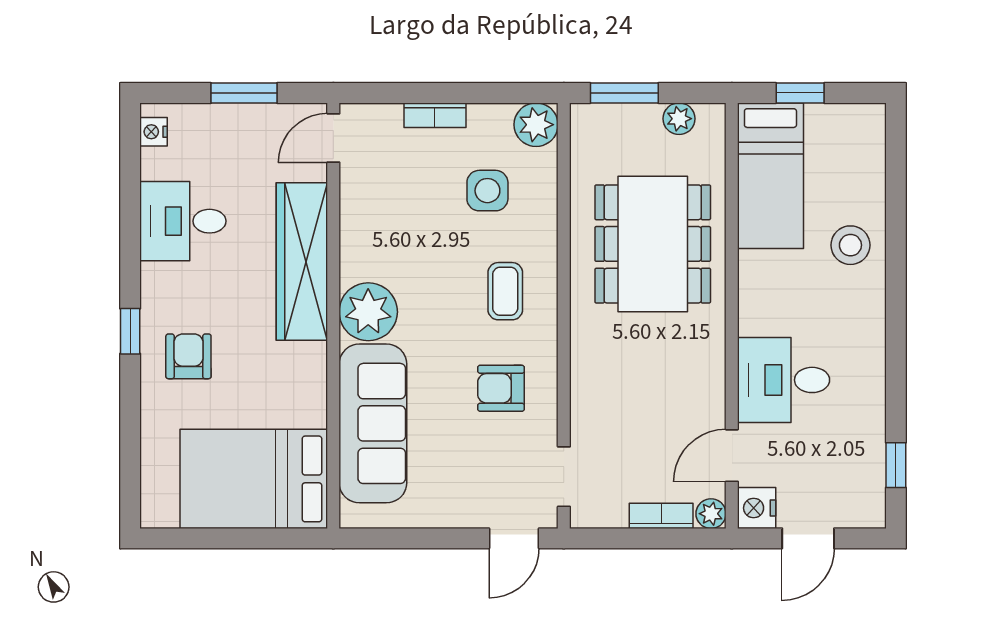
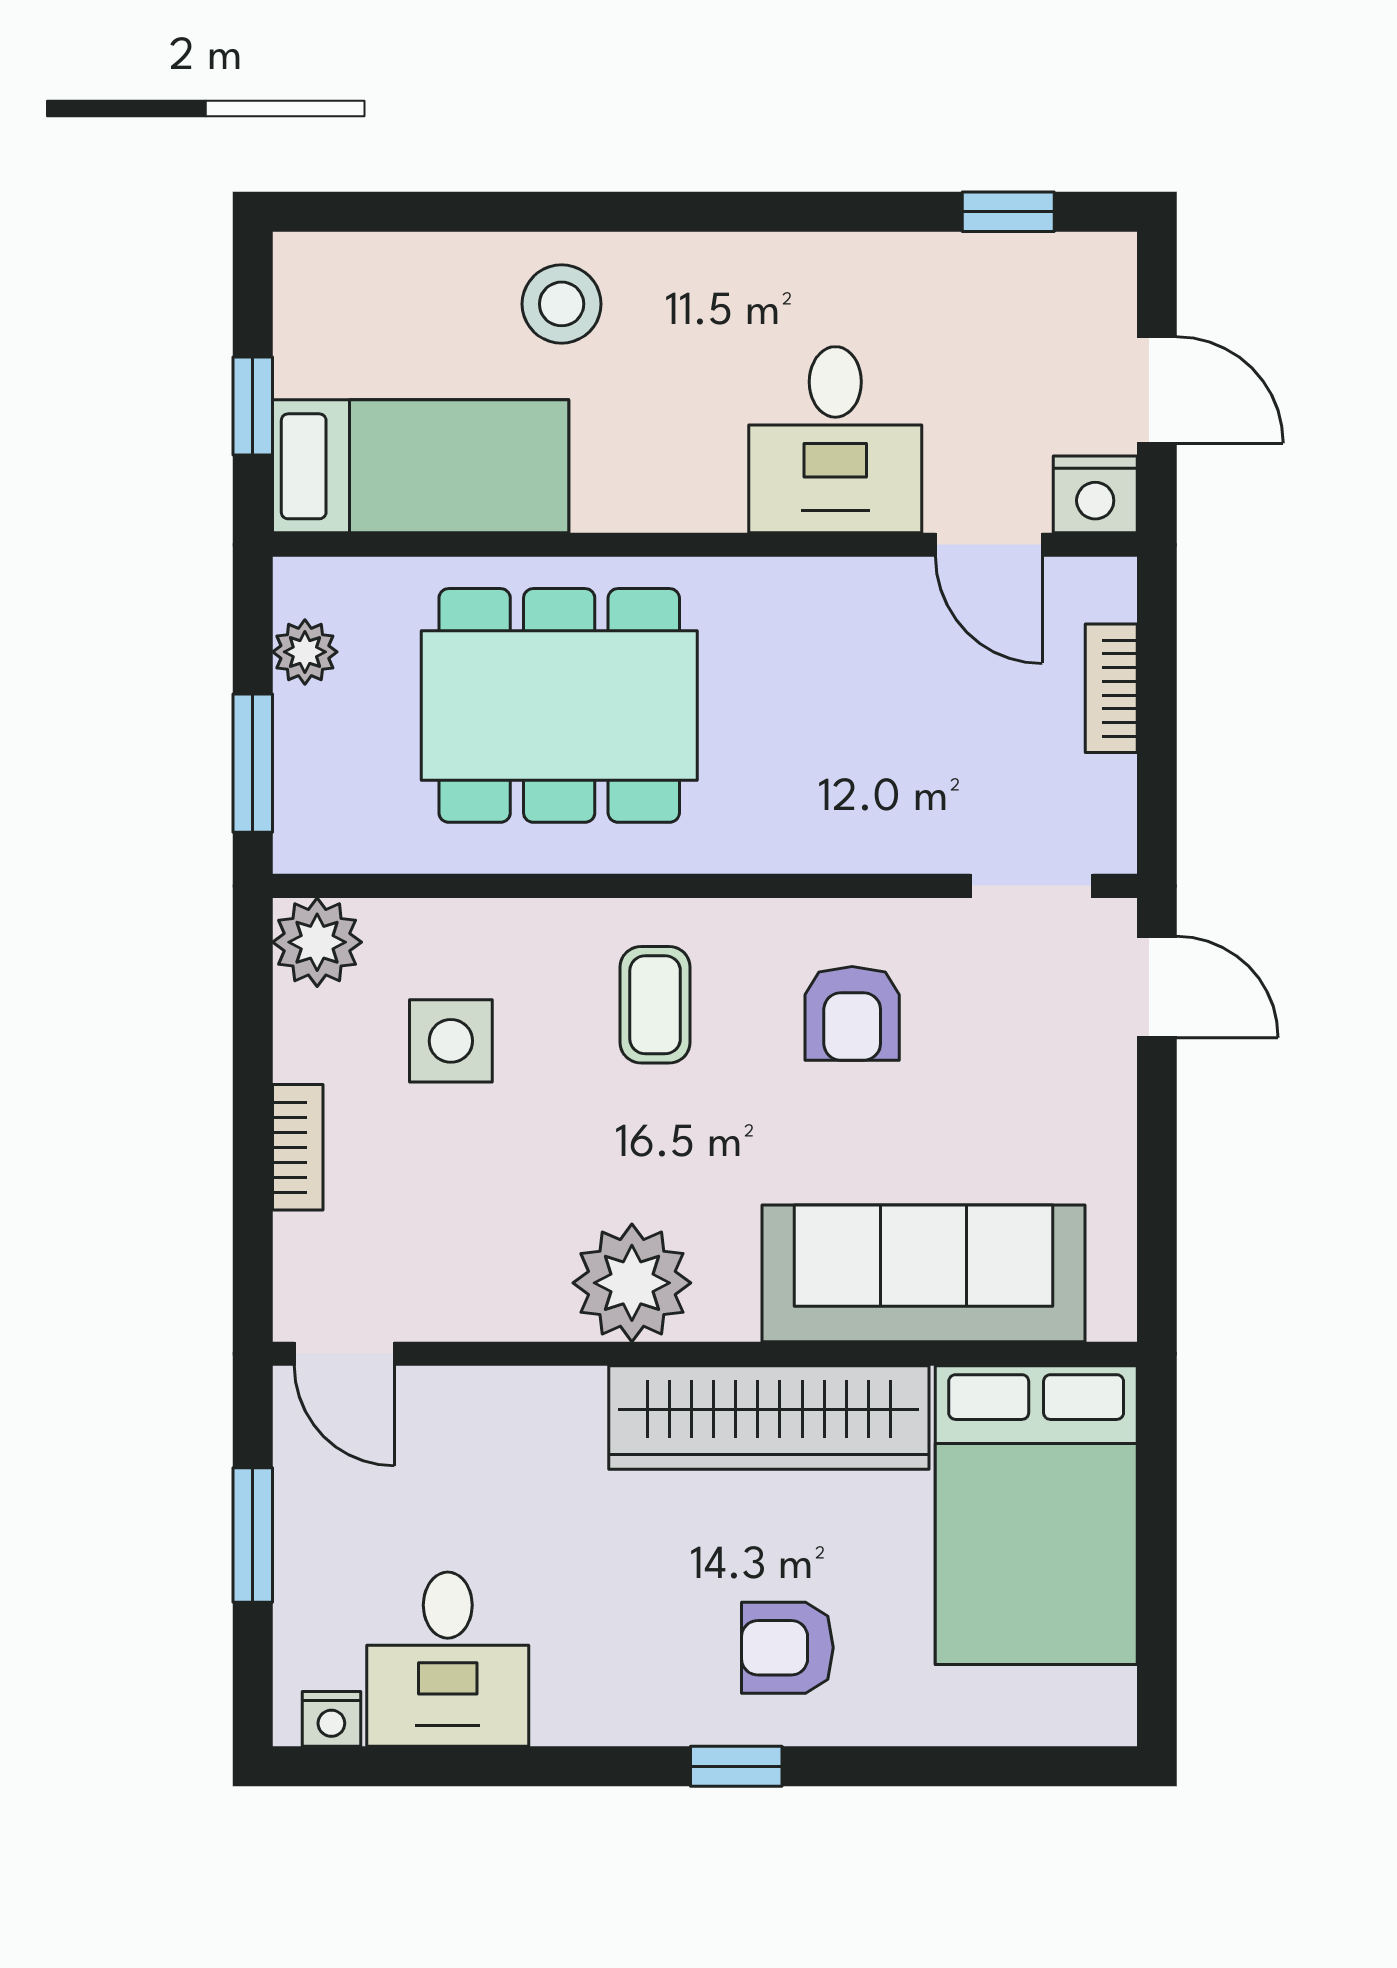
desk: (183, 221) -> (448, 1659), moved
wardrobe: (302, 261) -> (769, 1418), moved
coffee table: (505, 291) -> (655, 1005), turned 90
plant: (368, 312) -> (632, 1283), moved
plant: (711, 514) -> (1107, 587), removed

